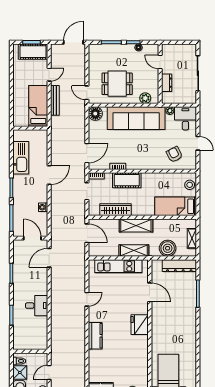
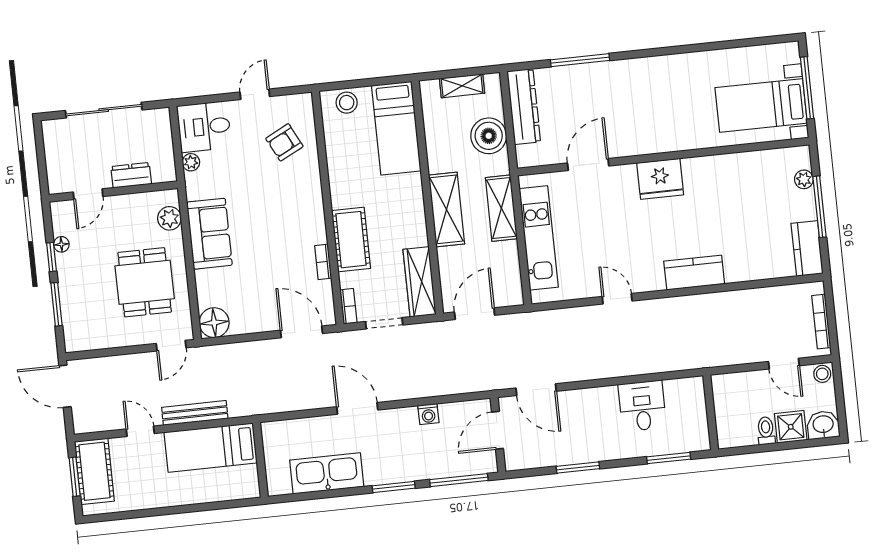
sofa: (136, 118) -> (209, 234), width x0.54, depth x0.79
wardrobe: (115, 210) -> (420, 282), moved
wall: (30, 351) -> (711, 412), moved

